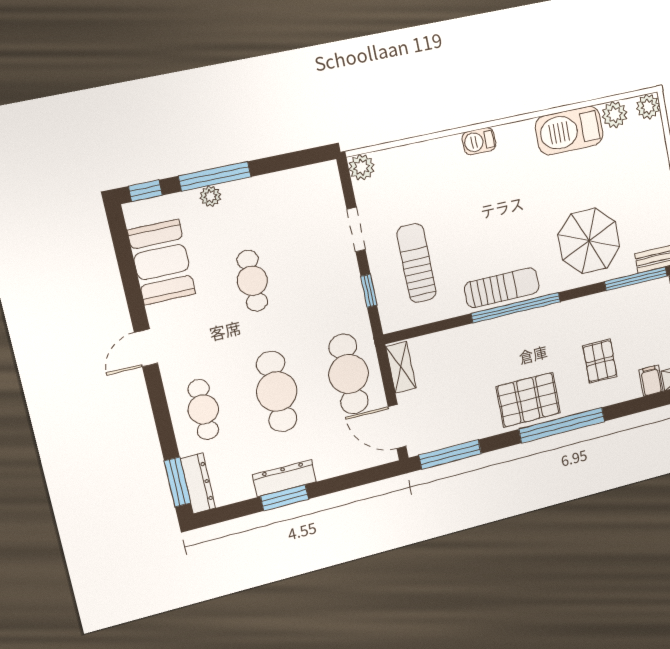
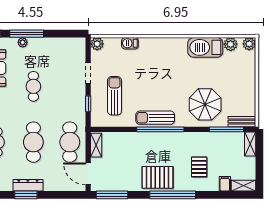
barbecue: (479, 141) -> (130, 43), moved
sun lounger: (502, 288) -> (155, 118), turned 180

